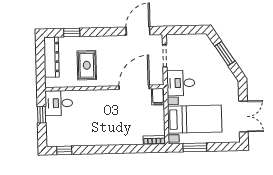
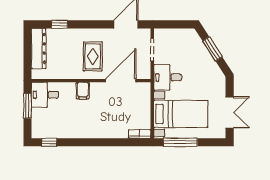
rug: (87, 65) -> (93, 56), moved
filing cabinet: (158, 97) -> (83, 91), moved
window: (42, 115) -> (27, 106), width x1.50
window: (195, 147) -> (180, 142), width x1.44

